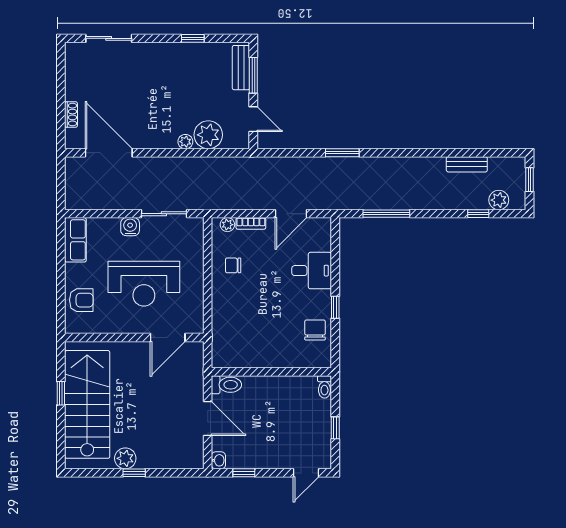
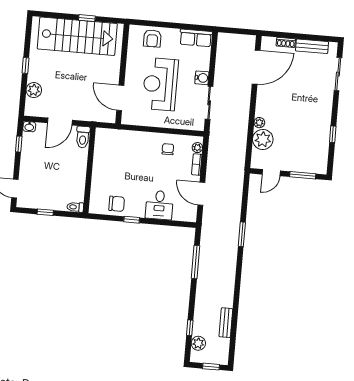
bench: (241, 68) -> (312, 46), moved
plant: (125, 458) -> (34, 90), moved

